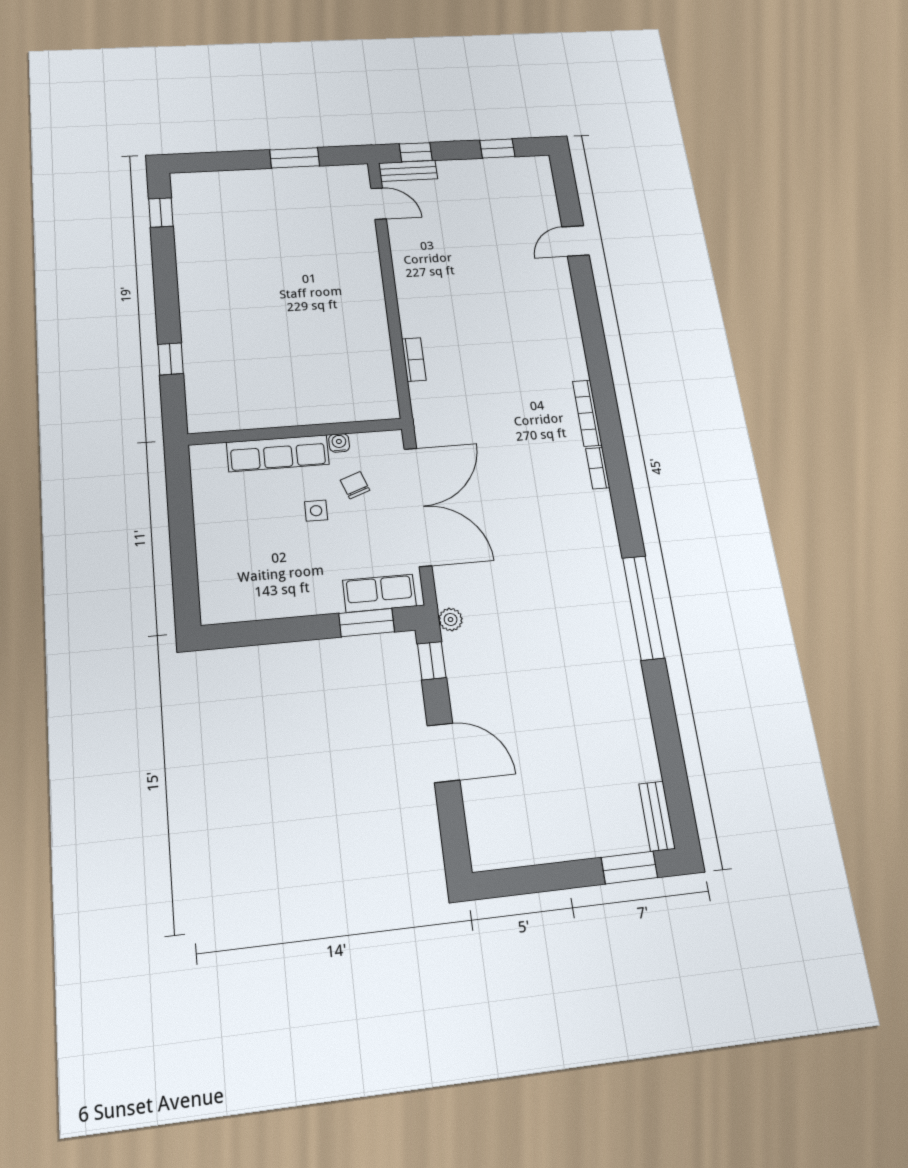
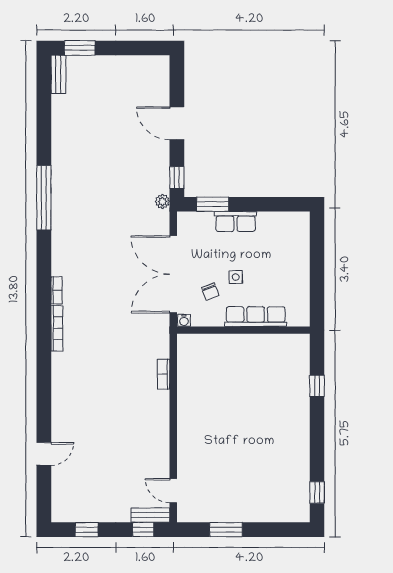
water cooler: (339, 443) -> (184, 320), moved
row of seats: (379, 593) -> (236, 222), moved

